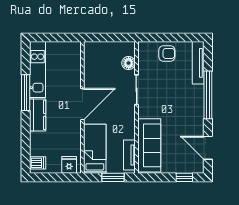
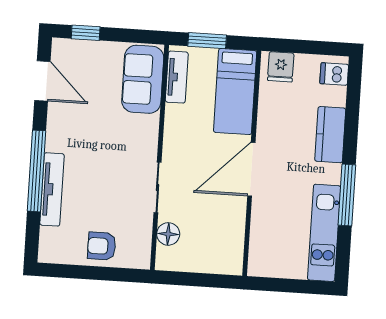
tv unit: (198, 63) -> (52, 189), moved
kitchen counter: (38, 115) -> (330, 135), moved
sofa: (149, 145) -> (143, 79), width x0.73

